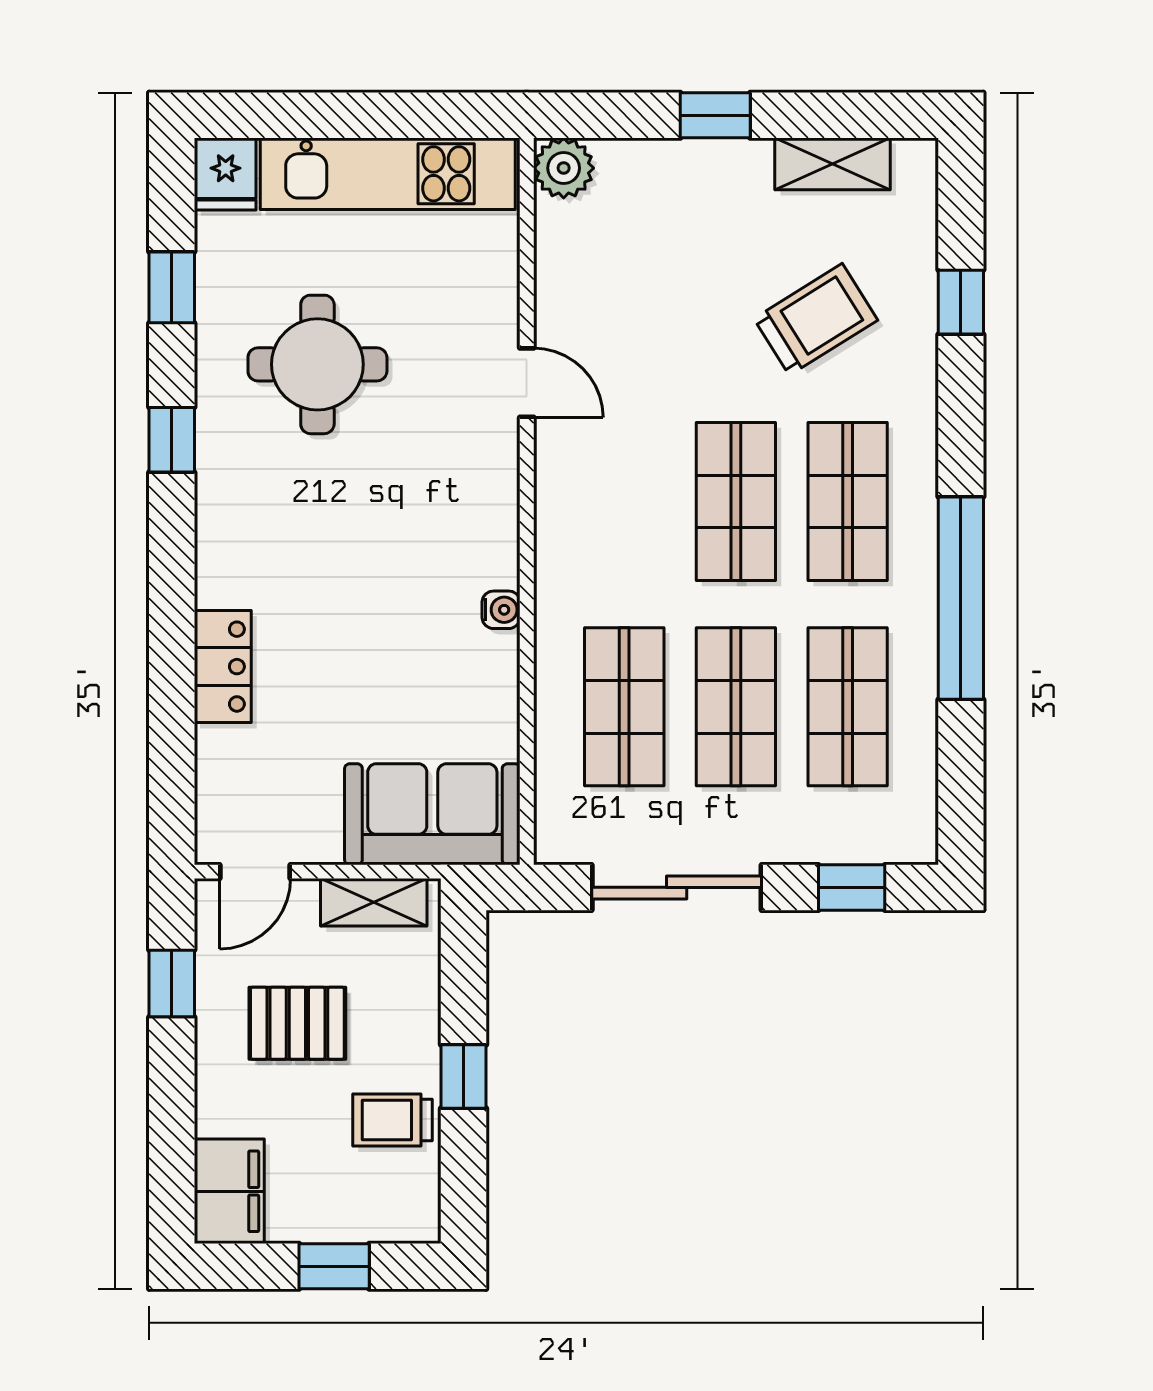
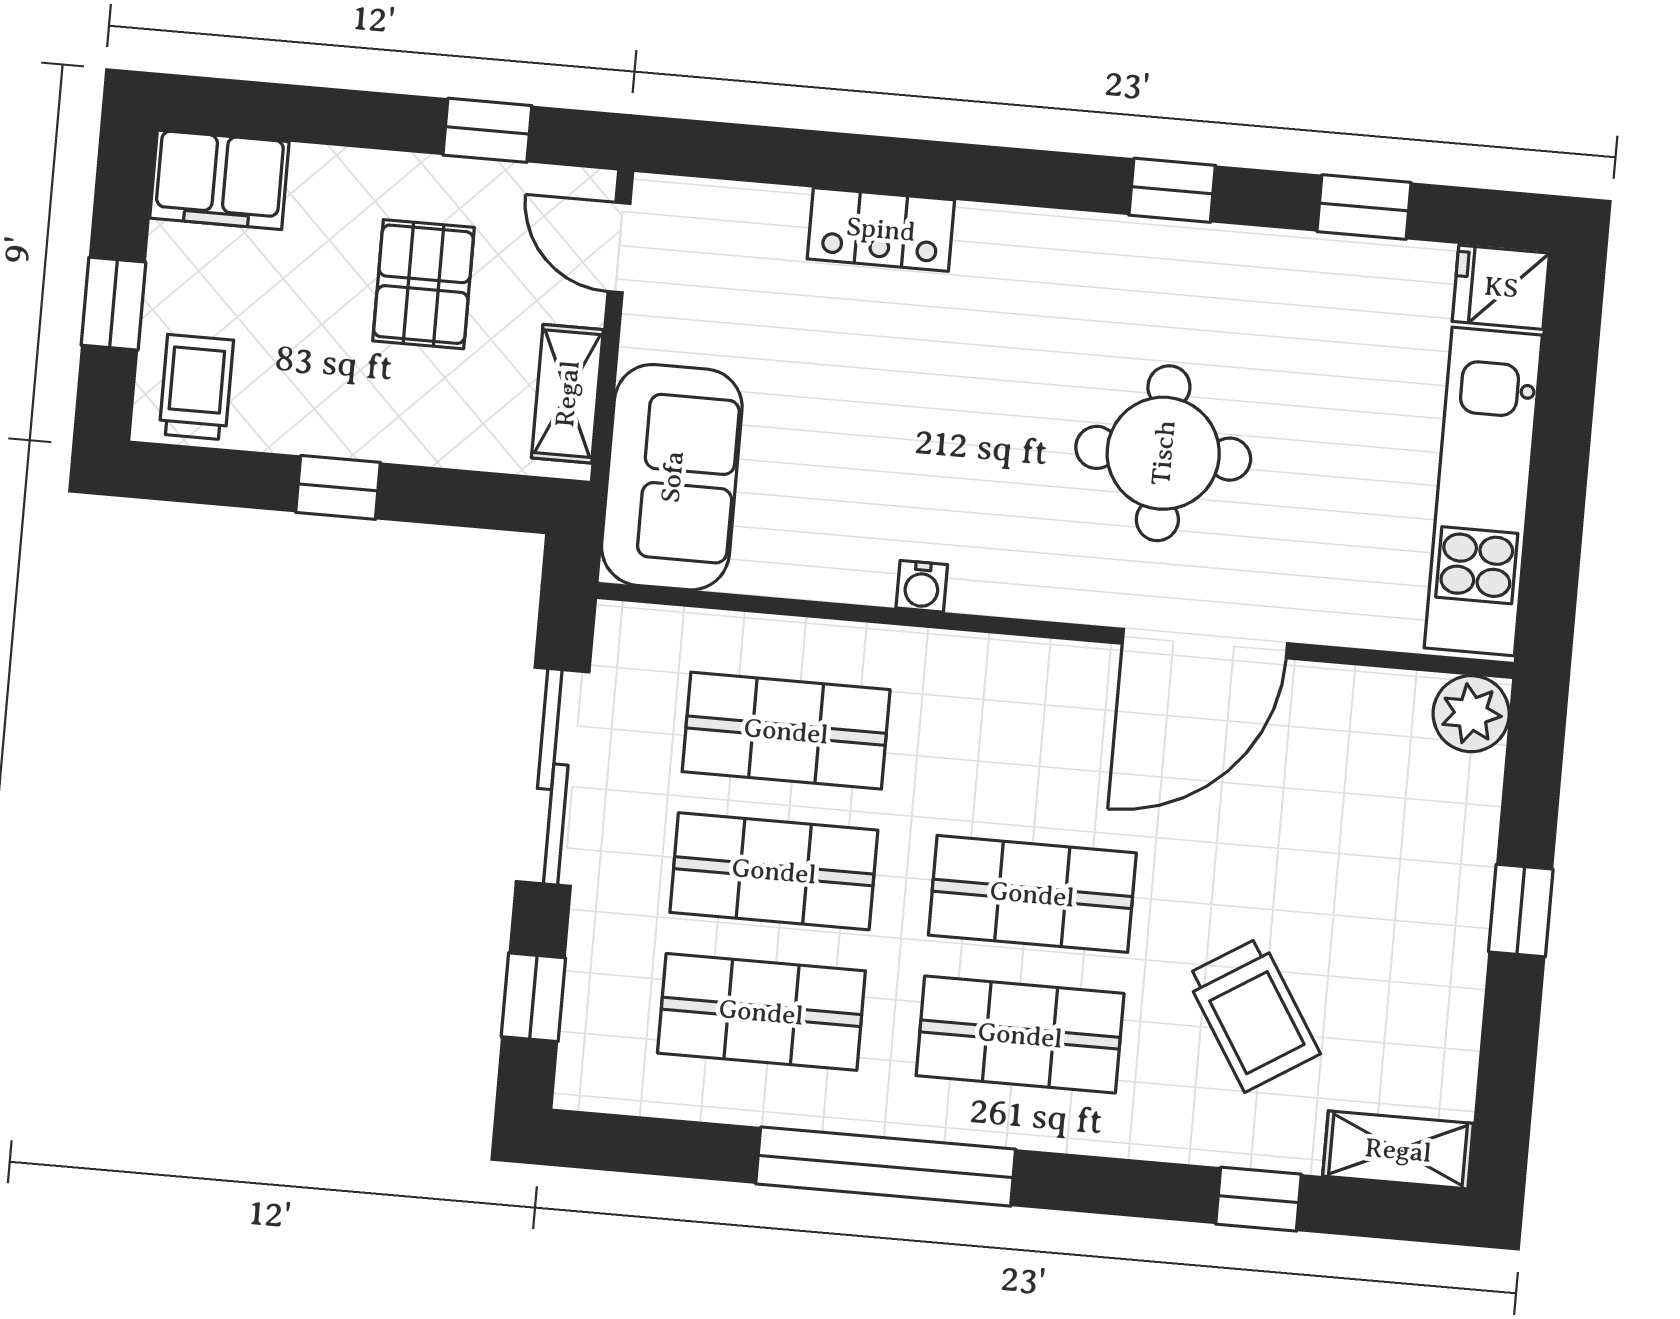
shelving: (833, 164) -> (1398, 1150), moved, turned 90
round table: (317, 364) -> (1163, 453), moved
door: (527, 383) -> (1205, 644), width x1.87
trolley: (392, 1120) -> (196, 387), moved

